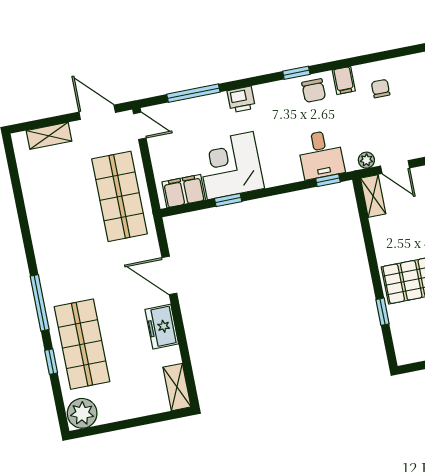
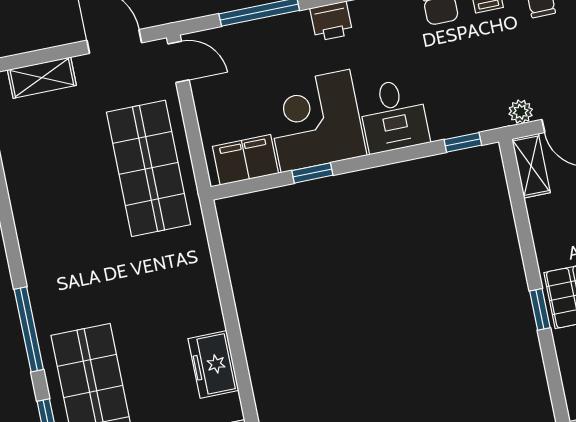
desk: (321, 155) -> (394, 116), moved
door: (169, 275) -> (224, 287), removed
window: (383, 312) -> (540, 309), moved

